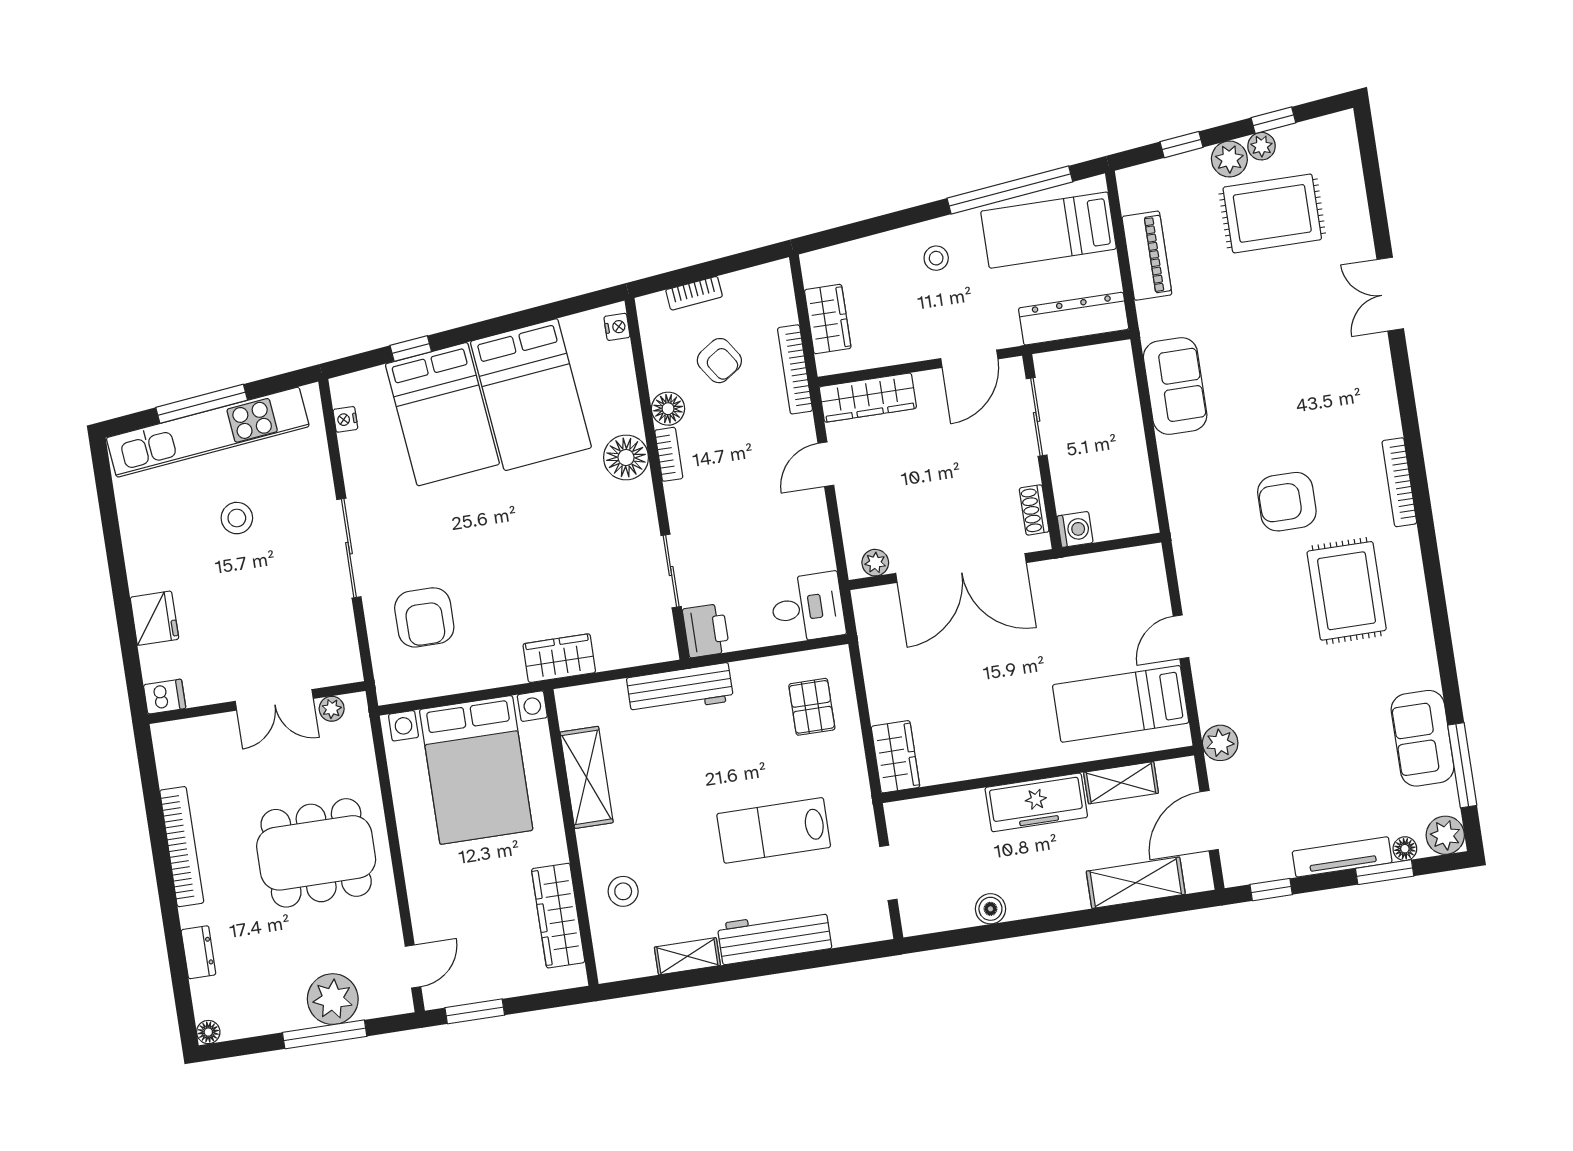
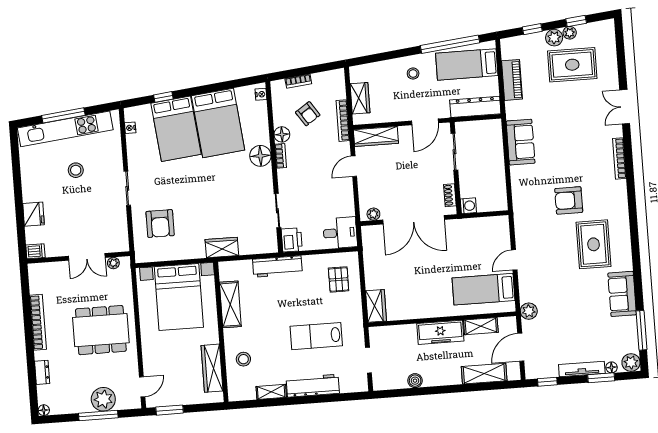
bookcase: (1399, 482) -> (619, 158), moved
sliding door: (349, 548) -> (127, 188), width x0.73
sofa: (1423, 738) -> (622, 294), moved

